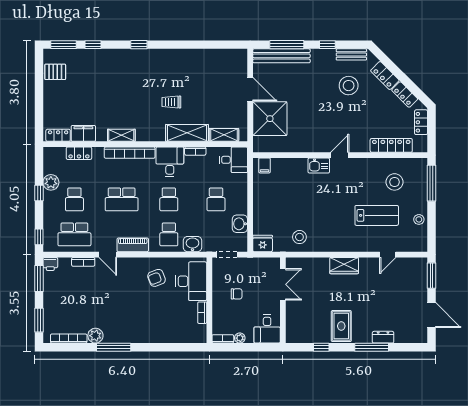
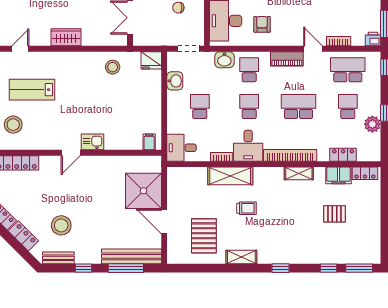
pallet: (55, 72) -> (334, 214), moved
pallet: (212, 76) -> (204, 236), added
shelving: (224, 135) -> (241, 257), moved
armchair: (157, 278) -> (262, 24), turned -69

